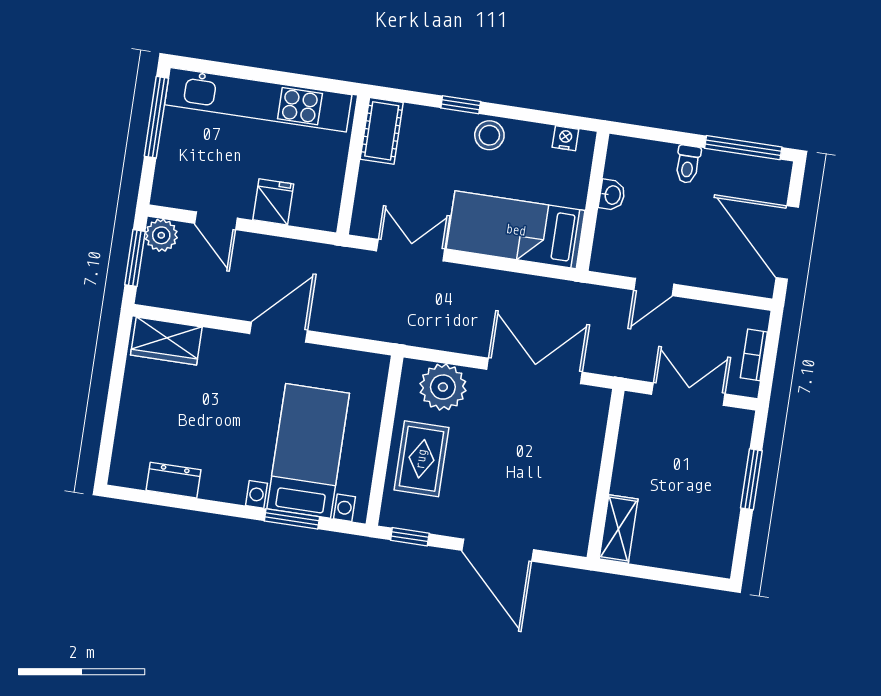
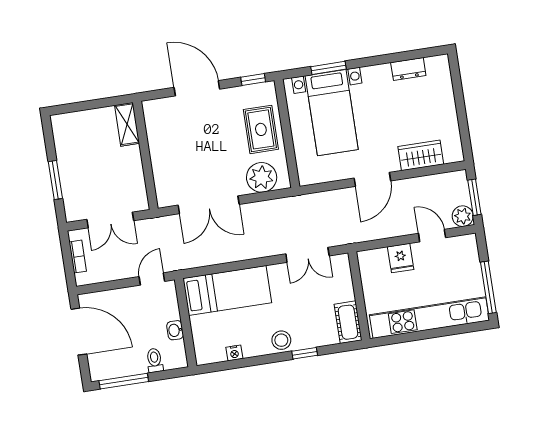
washbasin: (612, 195) -> (175, 330), moved
wall: (593, 201) -> (186, 323), moved
bed: (516, 230) -> (227, 290), moved
wardrobe: (166, 341) -> (421, 155), moved

